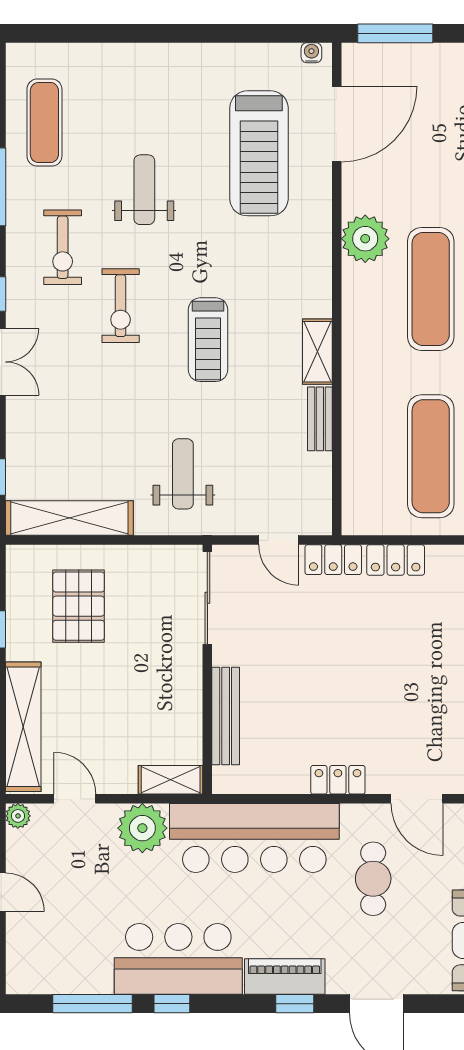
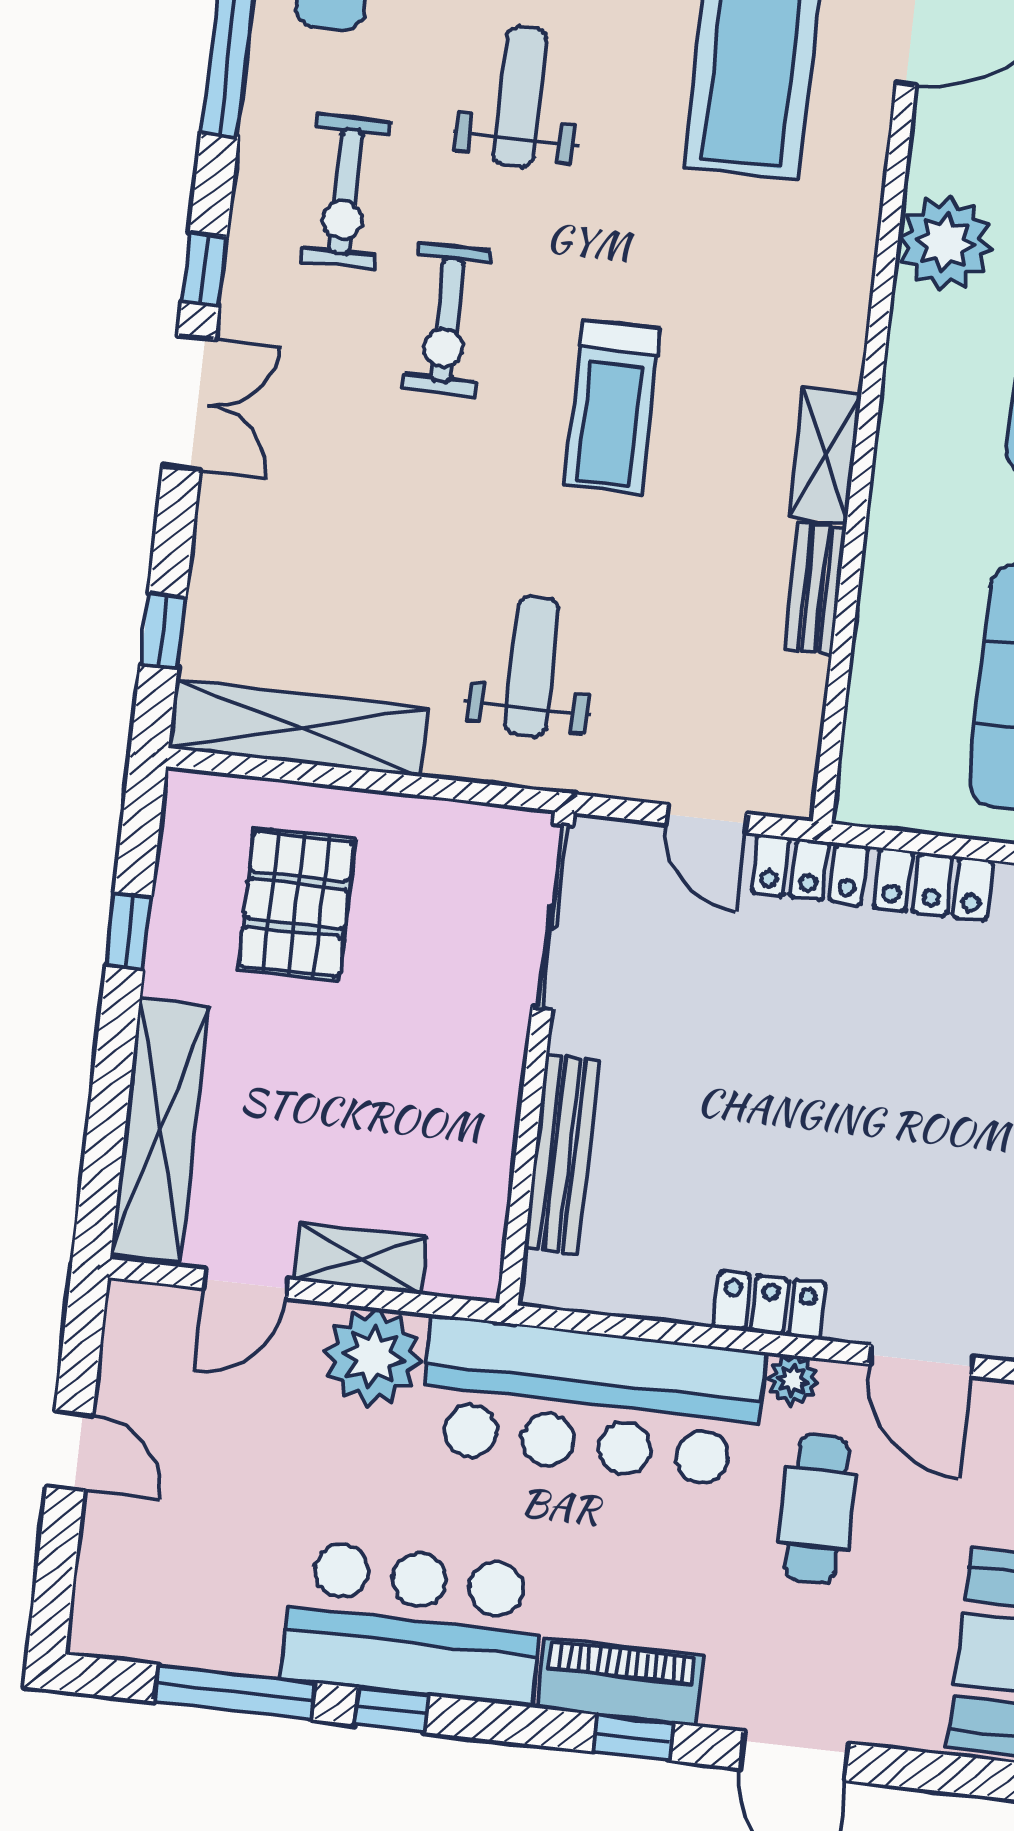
shelving: (171, 780) -> (361, 1259), moved
door: (75, 799) -> (246, 1284), swing flipped
plant: (18, 816) -> (793, 1380), moved

